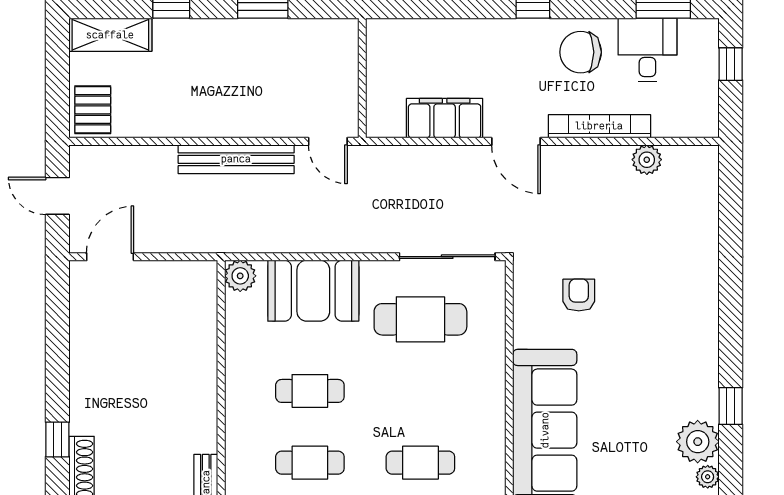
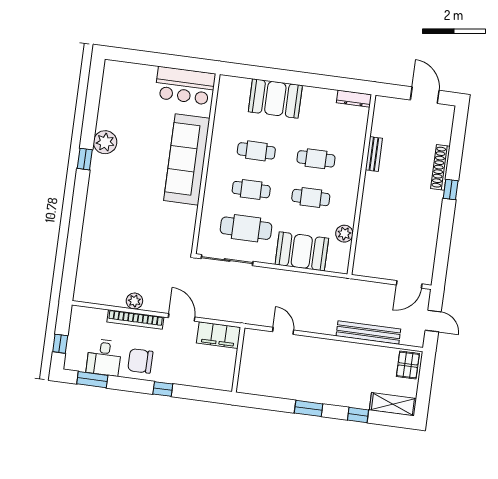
chair: (581, 52) -> (140, 361), turned 180
wall: (362, 78) -> (238, 360), moved
bench: (236, 159) -> (368, 332), moved
plant: (647, 160) -> (134, 301), moved
plant: (240, 276) -> (344, 234), moved
armchair: (579, 295) -> (159, 230), removed
cafe table: (420, 391) -> (251, 190), added
plant: (708, 477) -> (102, 123), removed

